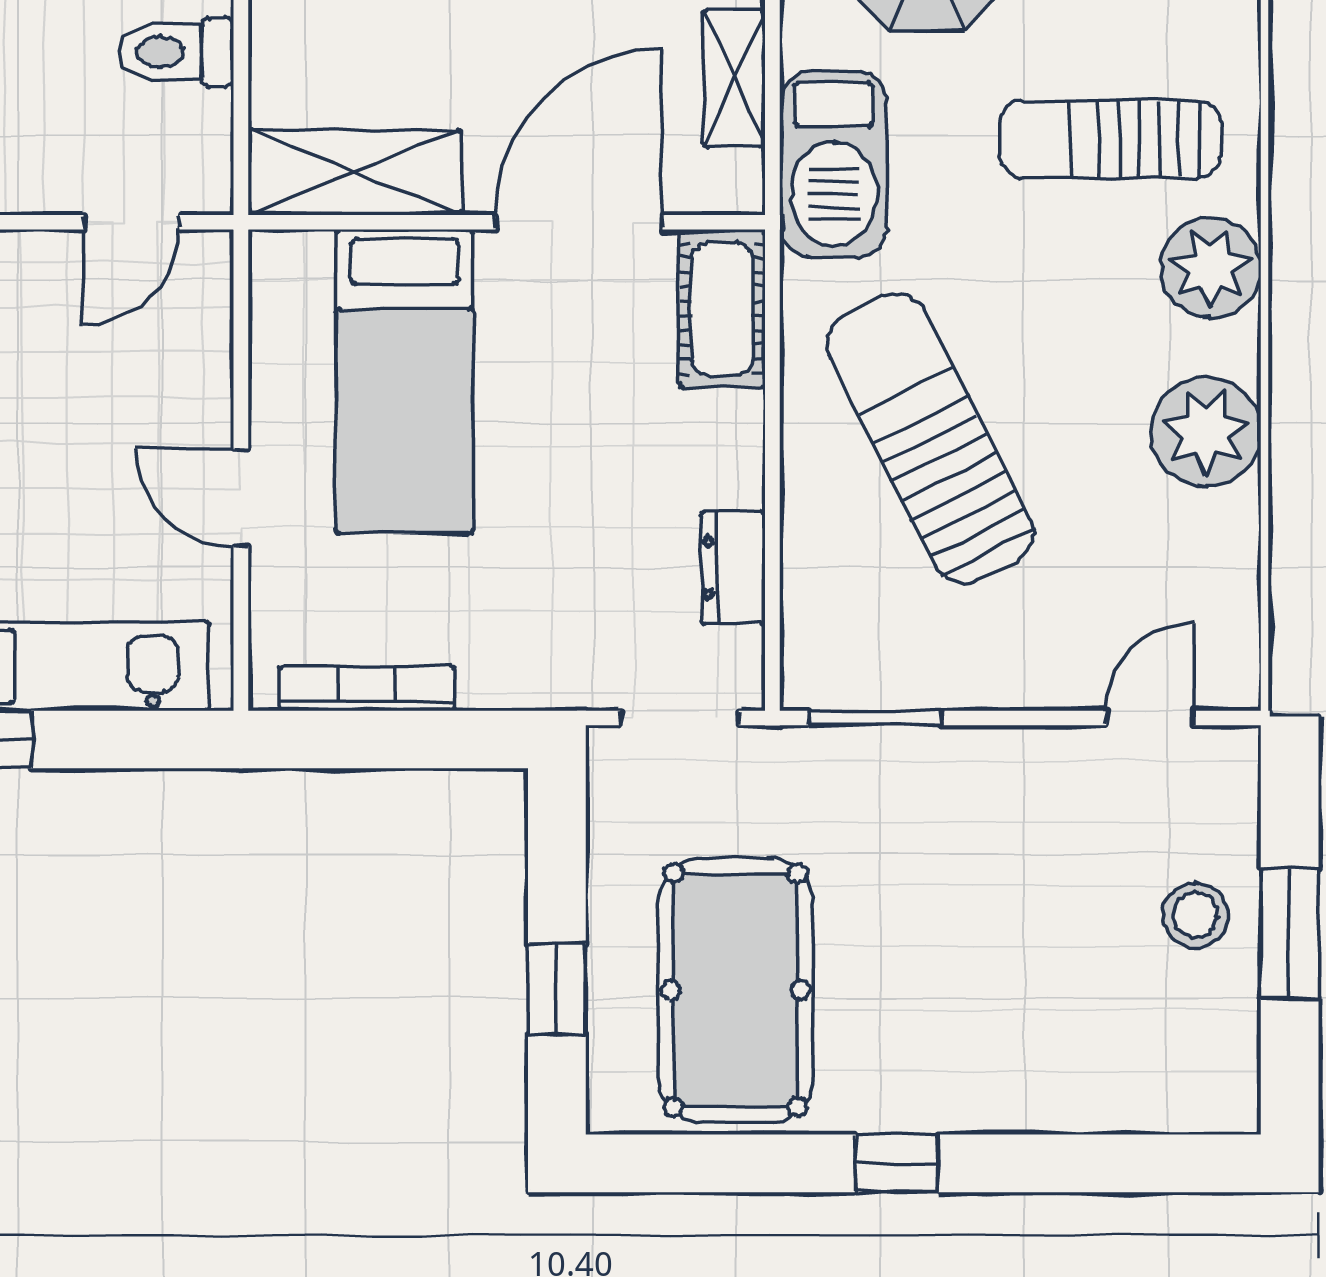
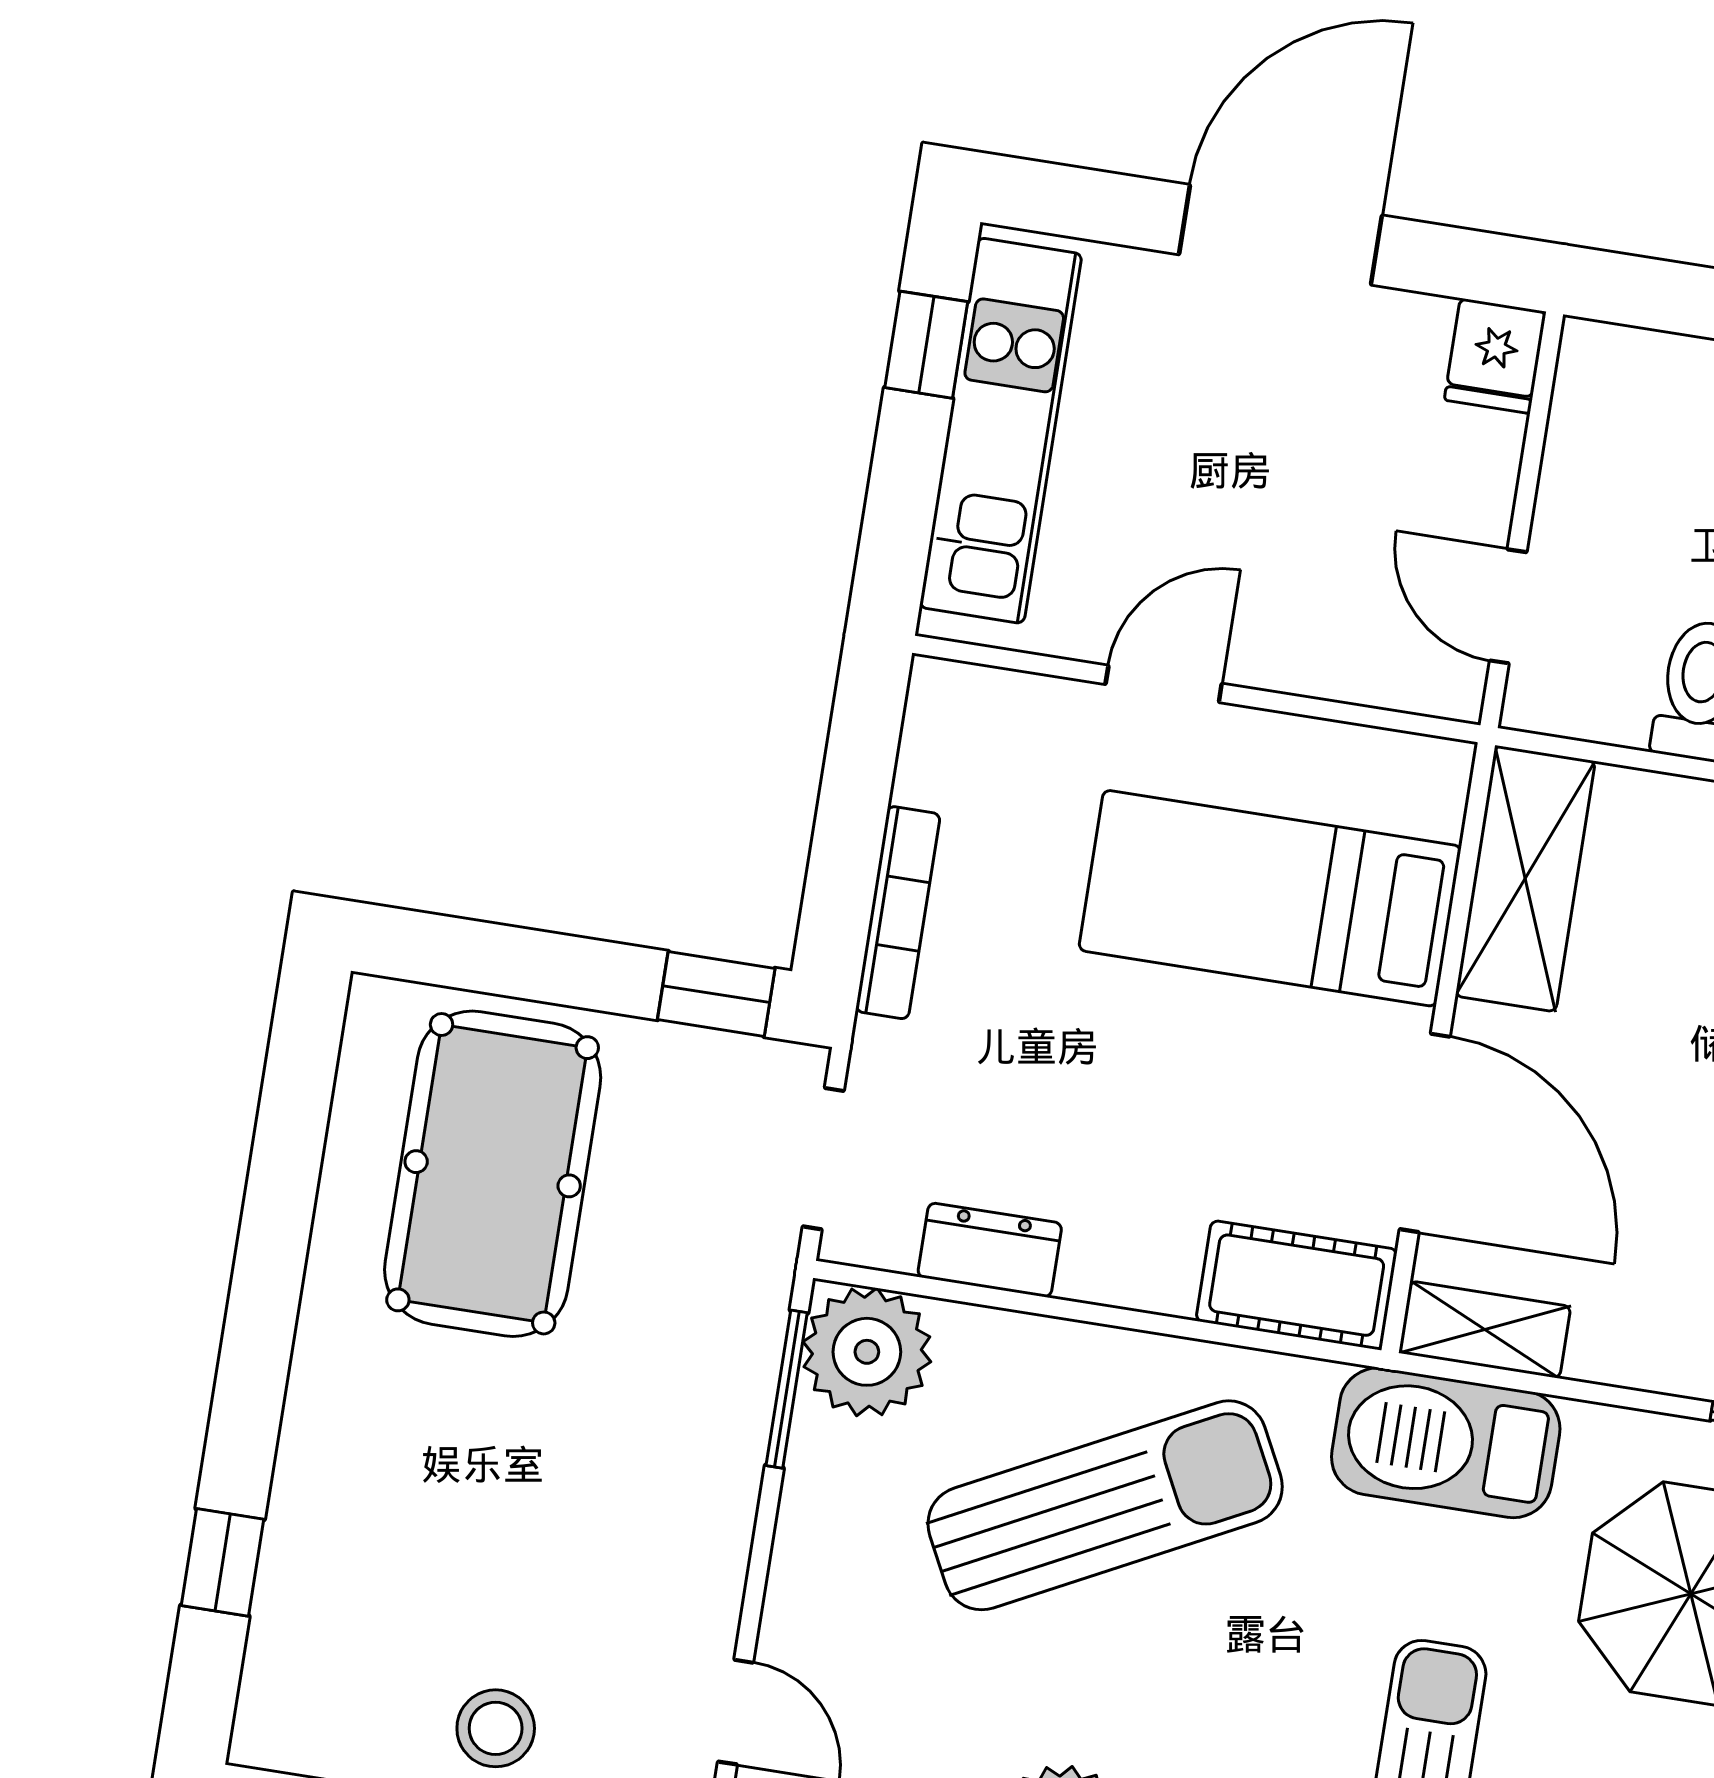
shelving: (734, 78) -> (1485, 1330), moved
plant: (834, 656) -> (867, 1352), added
bookcase: (367, 688) -> (898, 913), moved
window: (557, 989) -> (716, 994), moved
pool table: (735, 990) -> (493, 1174), turned 90
window: (896, 1163) -> (222, 1562), moved

